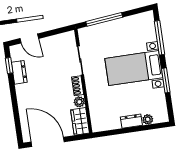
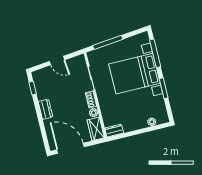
door: (29, 38) -> (57, 61), moved
bed with nightstands: (134, 68) -> (134, 74), width x1.36
dresser: (19, 72) -> (45, 109), moved
dresser: (131, 121) -> (114, 131), moved

